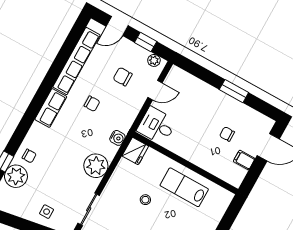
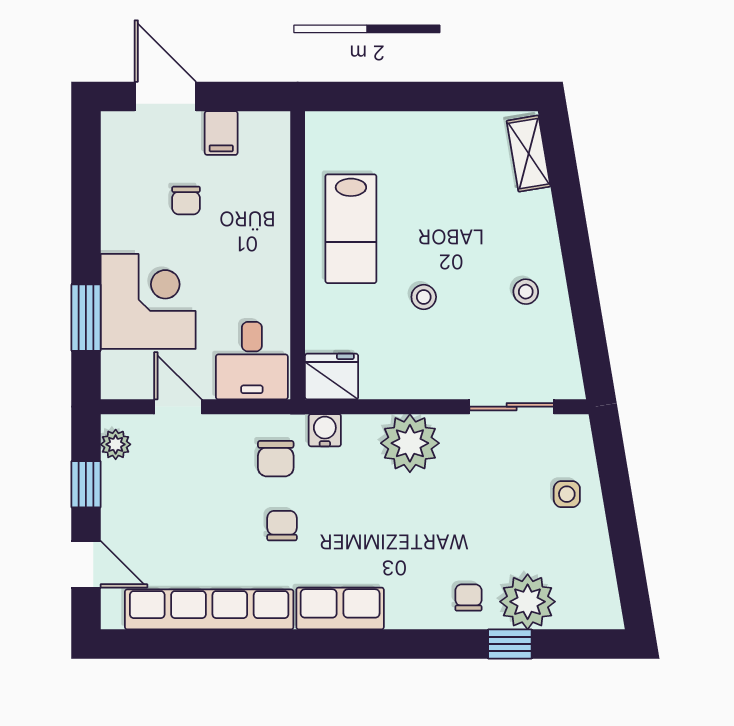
chair: (123, 77) -> (276, 459), moved
window: (234, 91) -> (86, 318), moved
corner desk: (199, 100) -> (148, 301), added

